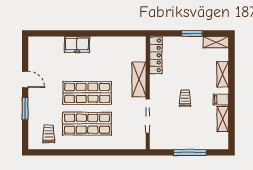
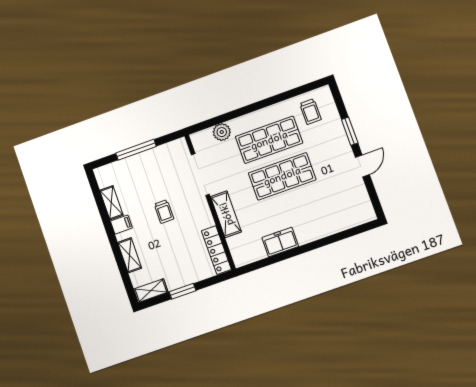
freezer: (77, 45) -> (280, 242), moved
door: (25, 79) -> (362, 166), swing flipped
plant: (120, 142) -> (222, 132), added

